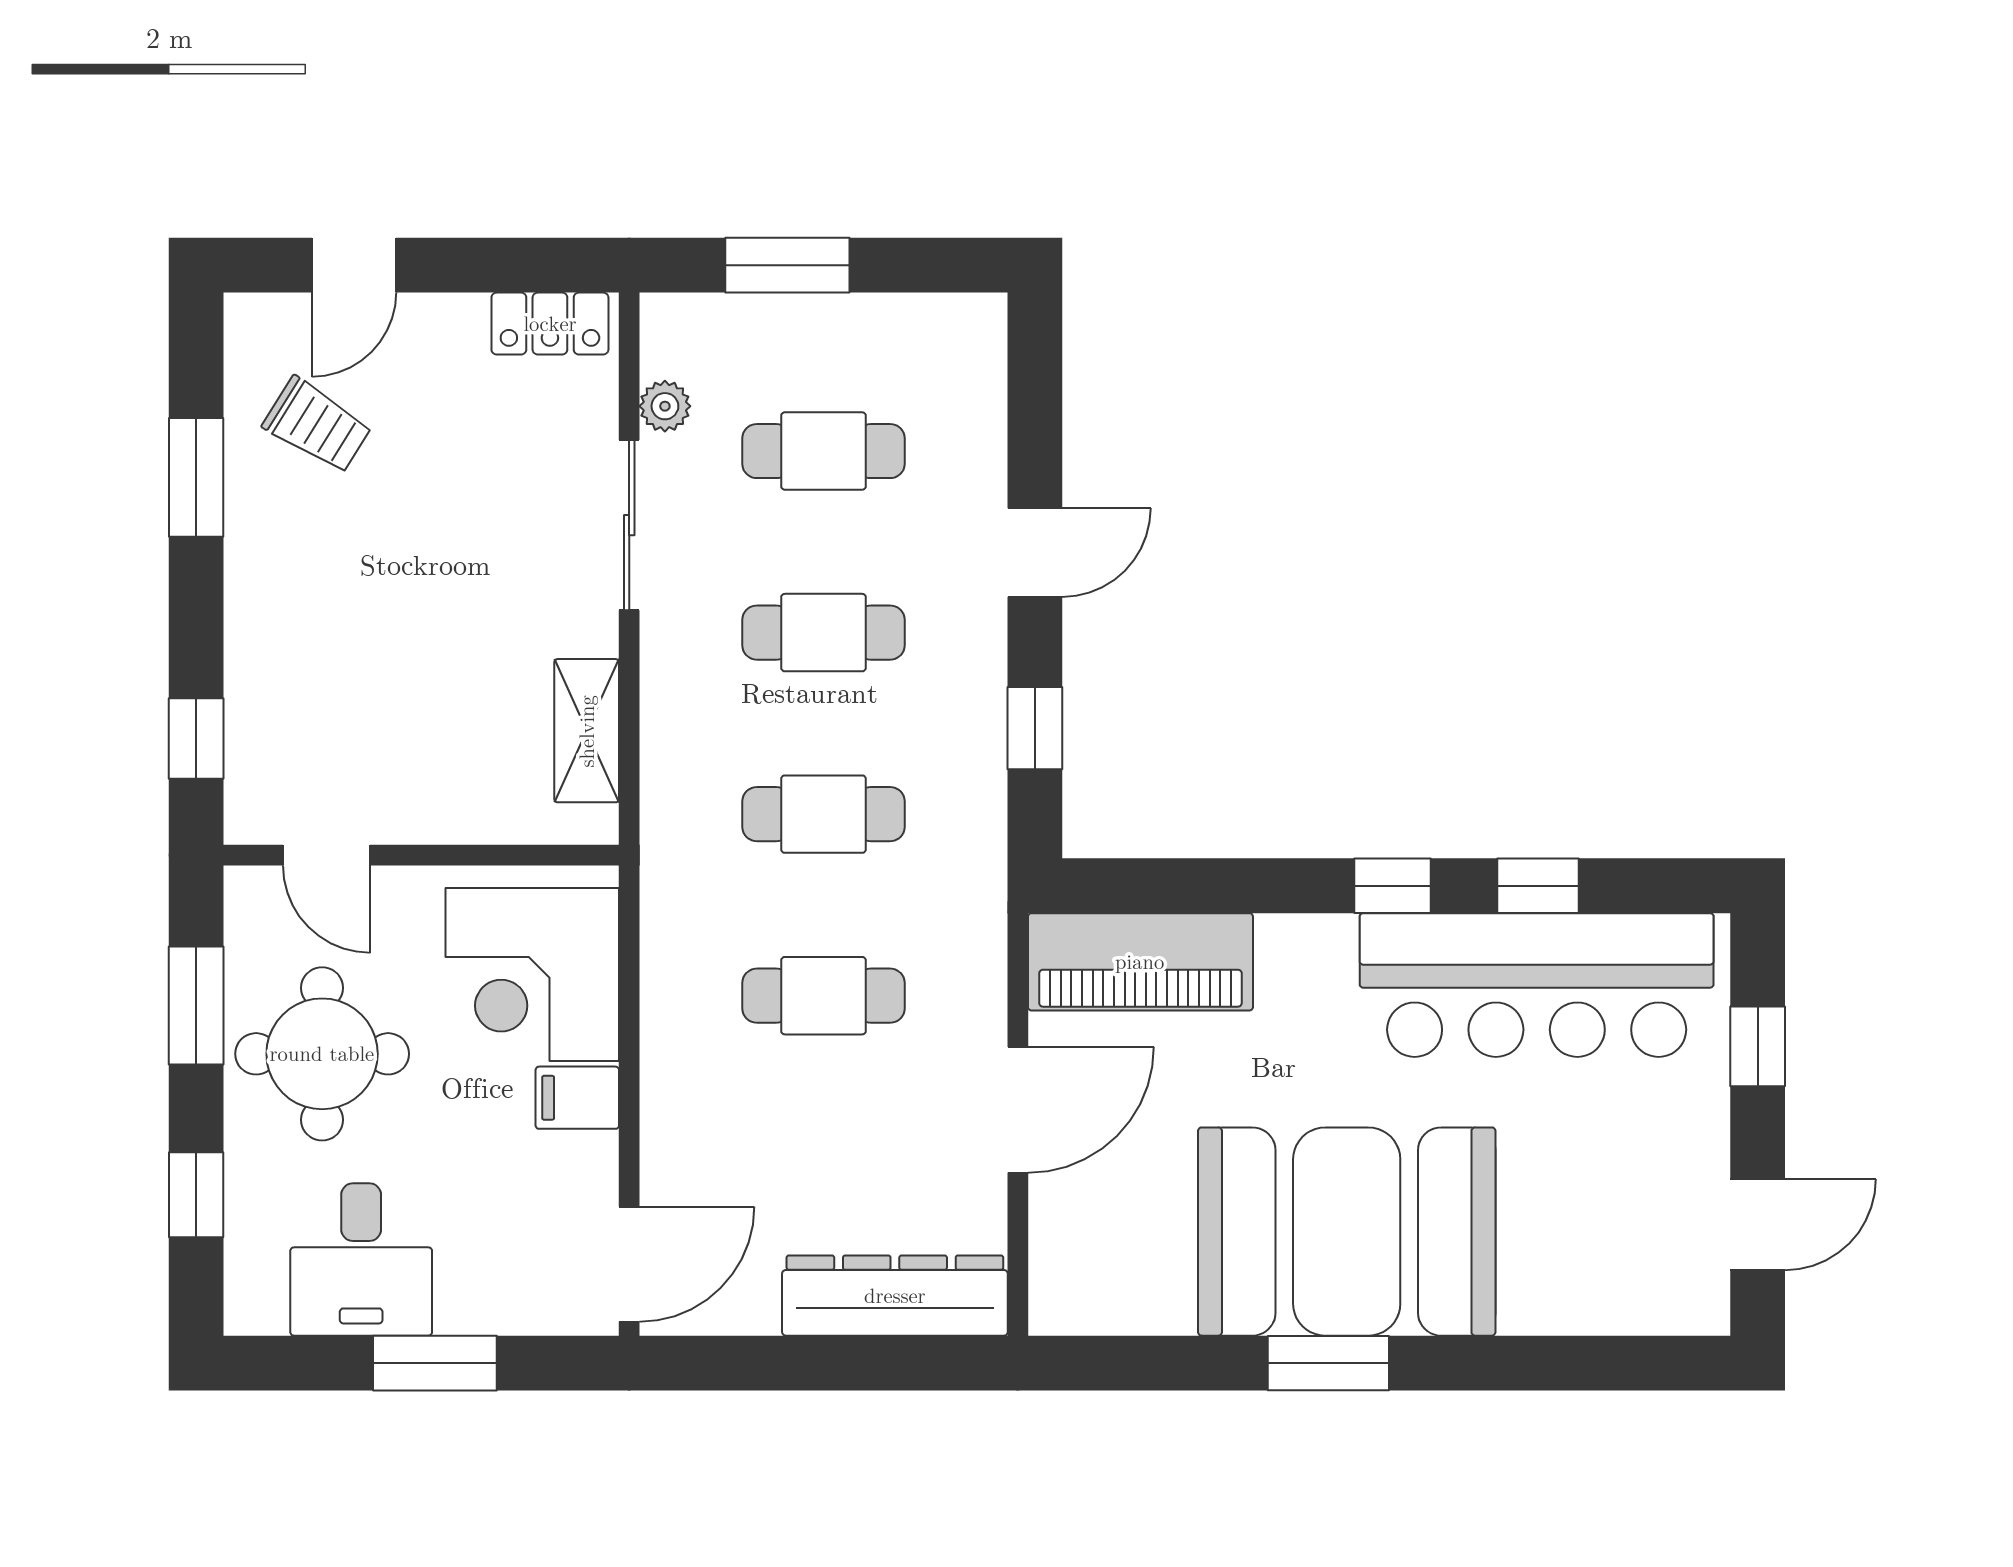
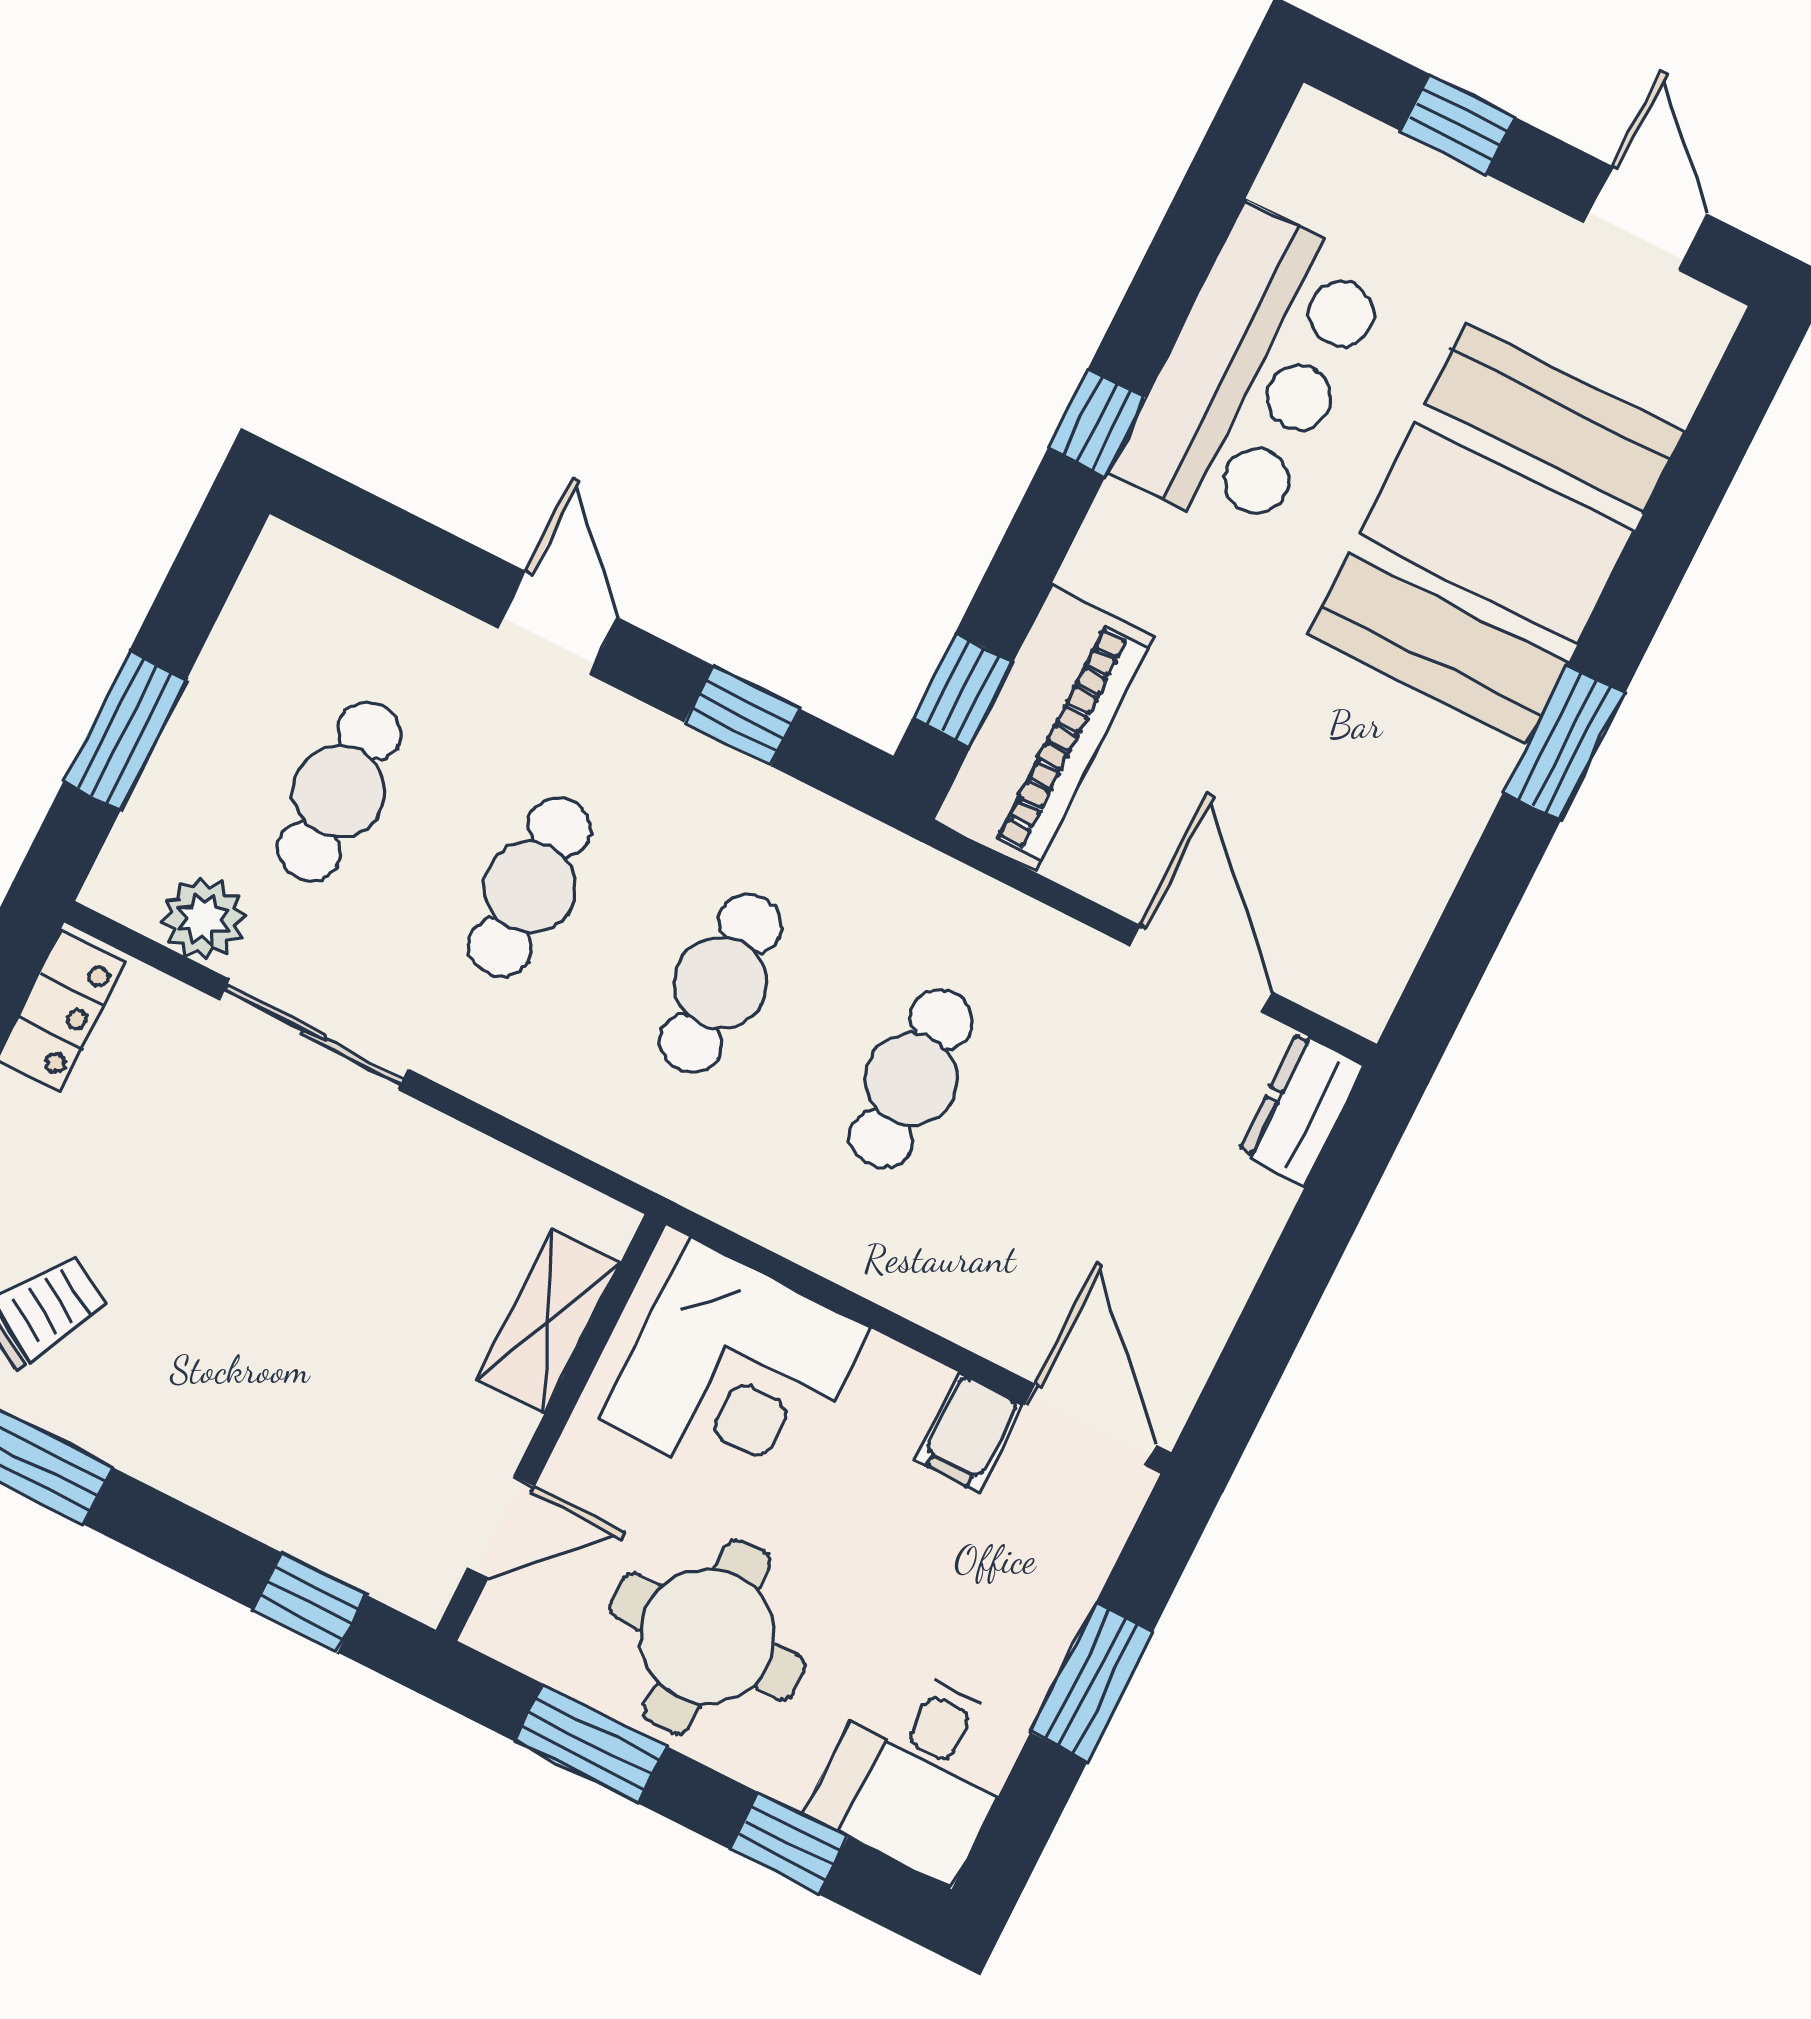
plant: (665, 406) -> (203, 919), width x1.38, depth x1.38
shelving: (587, 731) -> (548, 1321), moved, turned 90
window: (1538, 886) -> (962, 690), moved
bar counter: (1537, 985) -> (1252, 374), width x0.73
filing cabinet: (577, 1098) -> (969, 1432), moved
door: (1018, 1110) -> (1201, 969), moved
booth: (1347, 1232) -> (1496, 533), moved
desk: (361, 1259) -> (917, 1772), moved, turned 90
dresser: (895, 1296) -> (1302, 1109), width x0.51, depth x0.80

